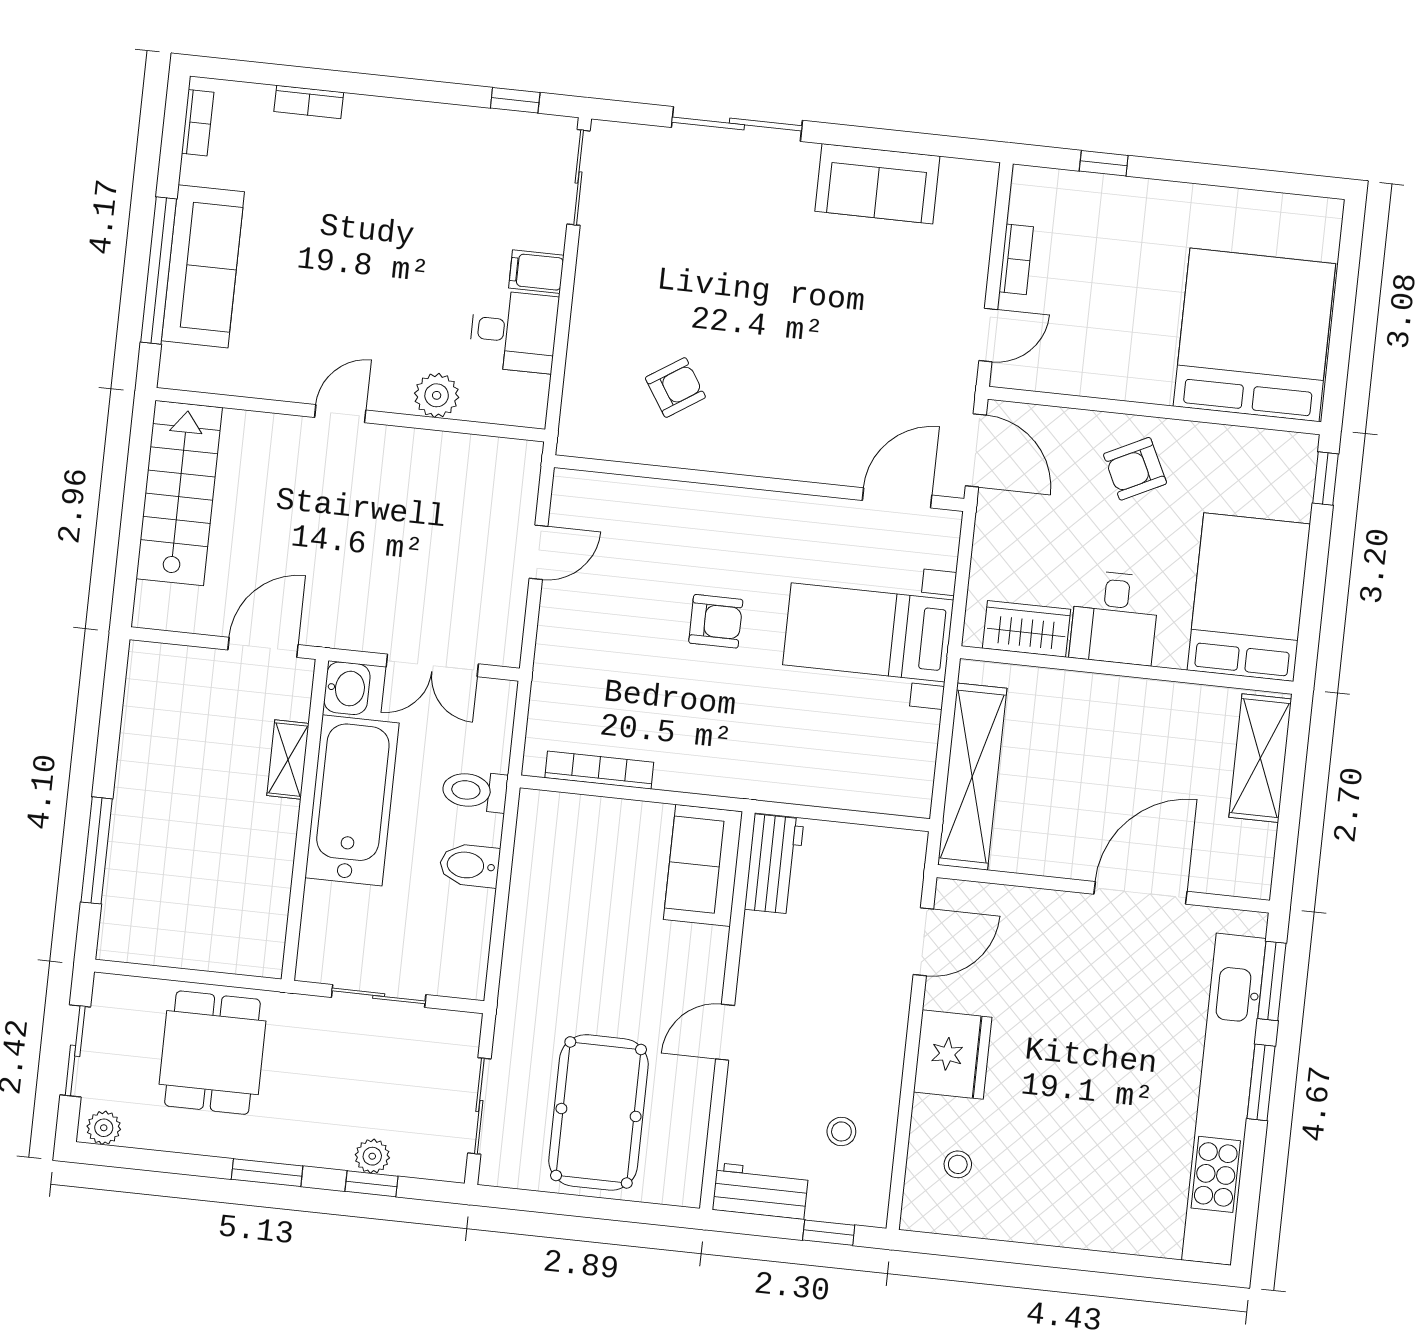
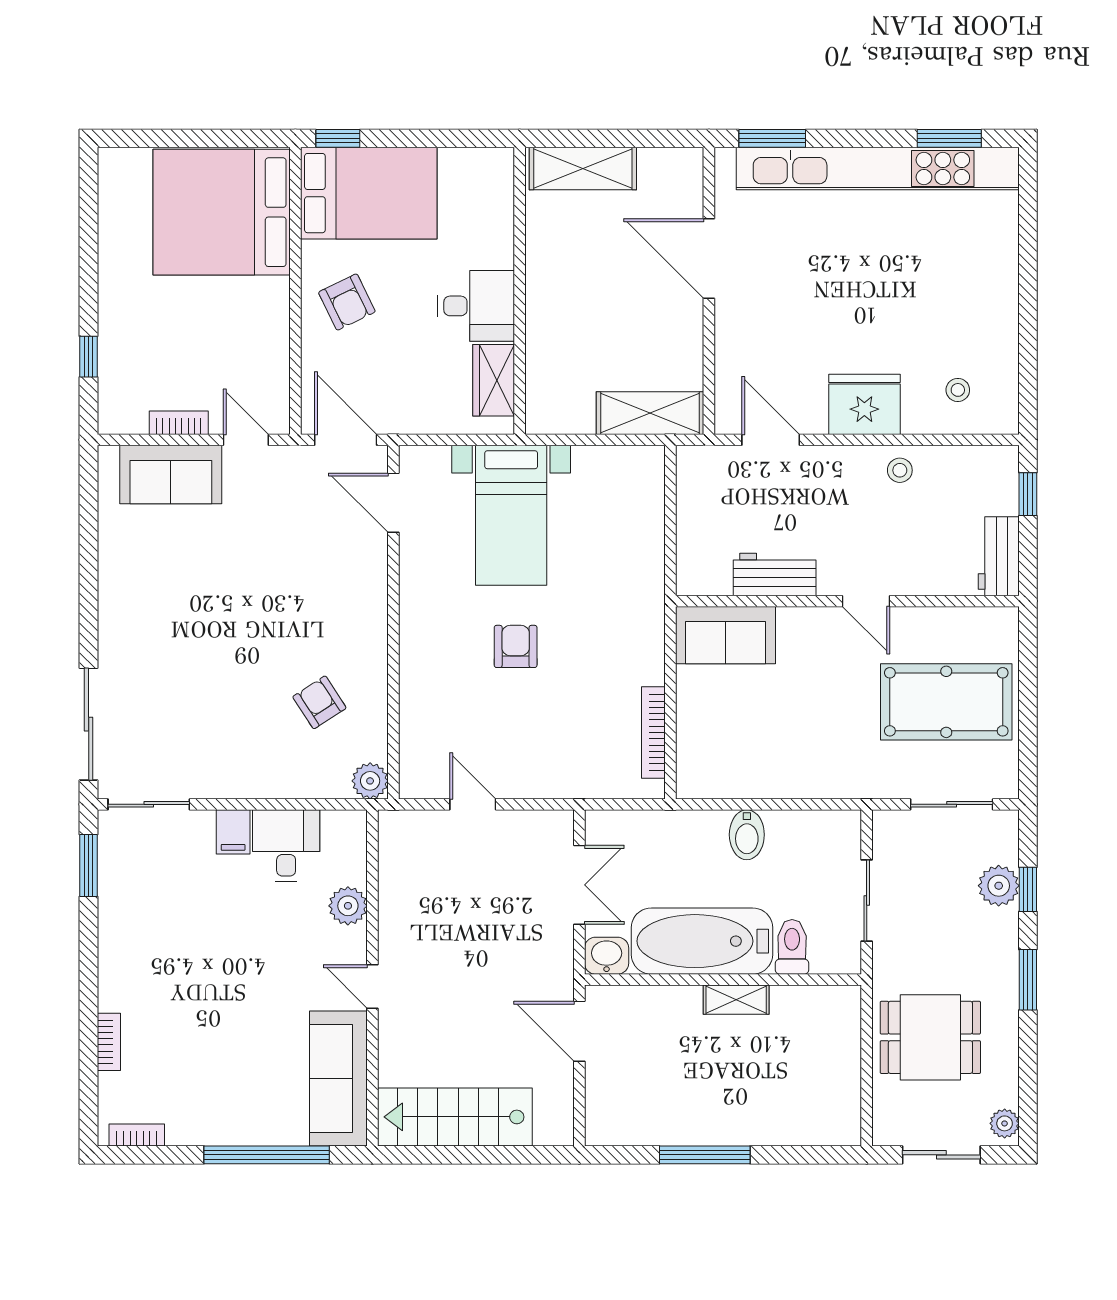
window: (515, 100) -> (89, 866), width x1.50
sliding door: (737, 124) -> (89, 724), moved
sofa: (877, 184) -> (171, 474), moved, turned 90
sofa: (203, 266) -> (338, 1079), moved, turned -90
plant: (578, 436) -> (370, 781), added
door: (976, 450) -> (346, 440), hinge flipped
bed: (1249, 597) -> (369, 193), moved, turned 180
shelving: (288, 760) -> (736, 1000), moved
shelving: (972, 777) -> (650, 413), width x0.68
toilet: (475, 791) -> (792, 947), moved, turned 180
window: (97, 850) -> (705, 1155), moved
workbench: (774, 864) -> (775, 574), moved
window: (1261, 1082) -> (949, 138), moved
stool: (841, 1131) -> (900, 470), moved
plant: (372, 1156) -> (999, 886), width x1.38, depth x1.38

